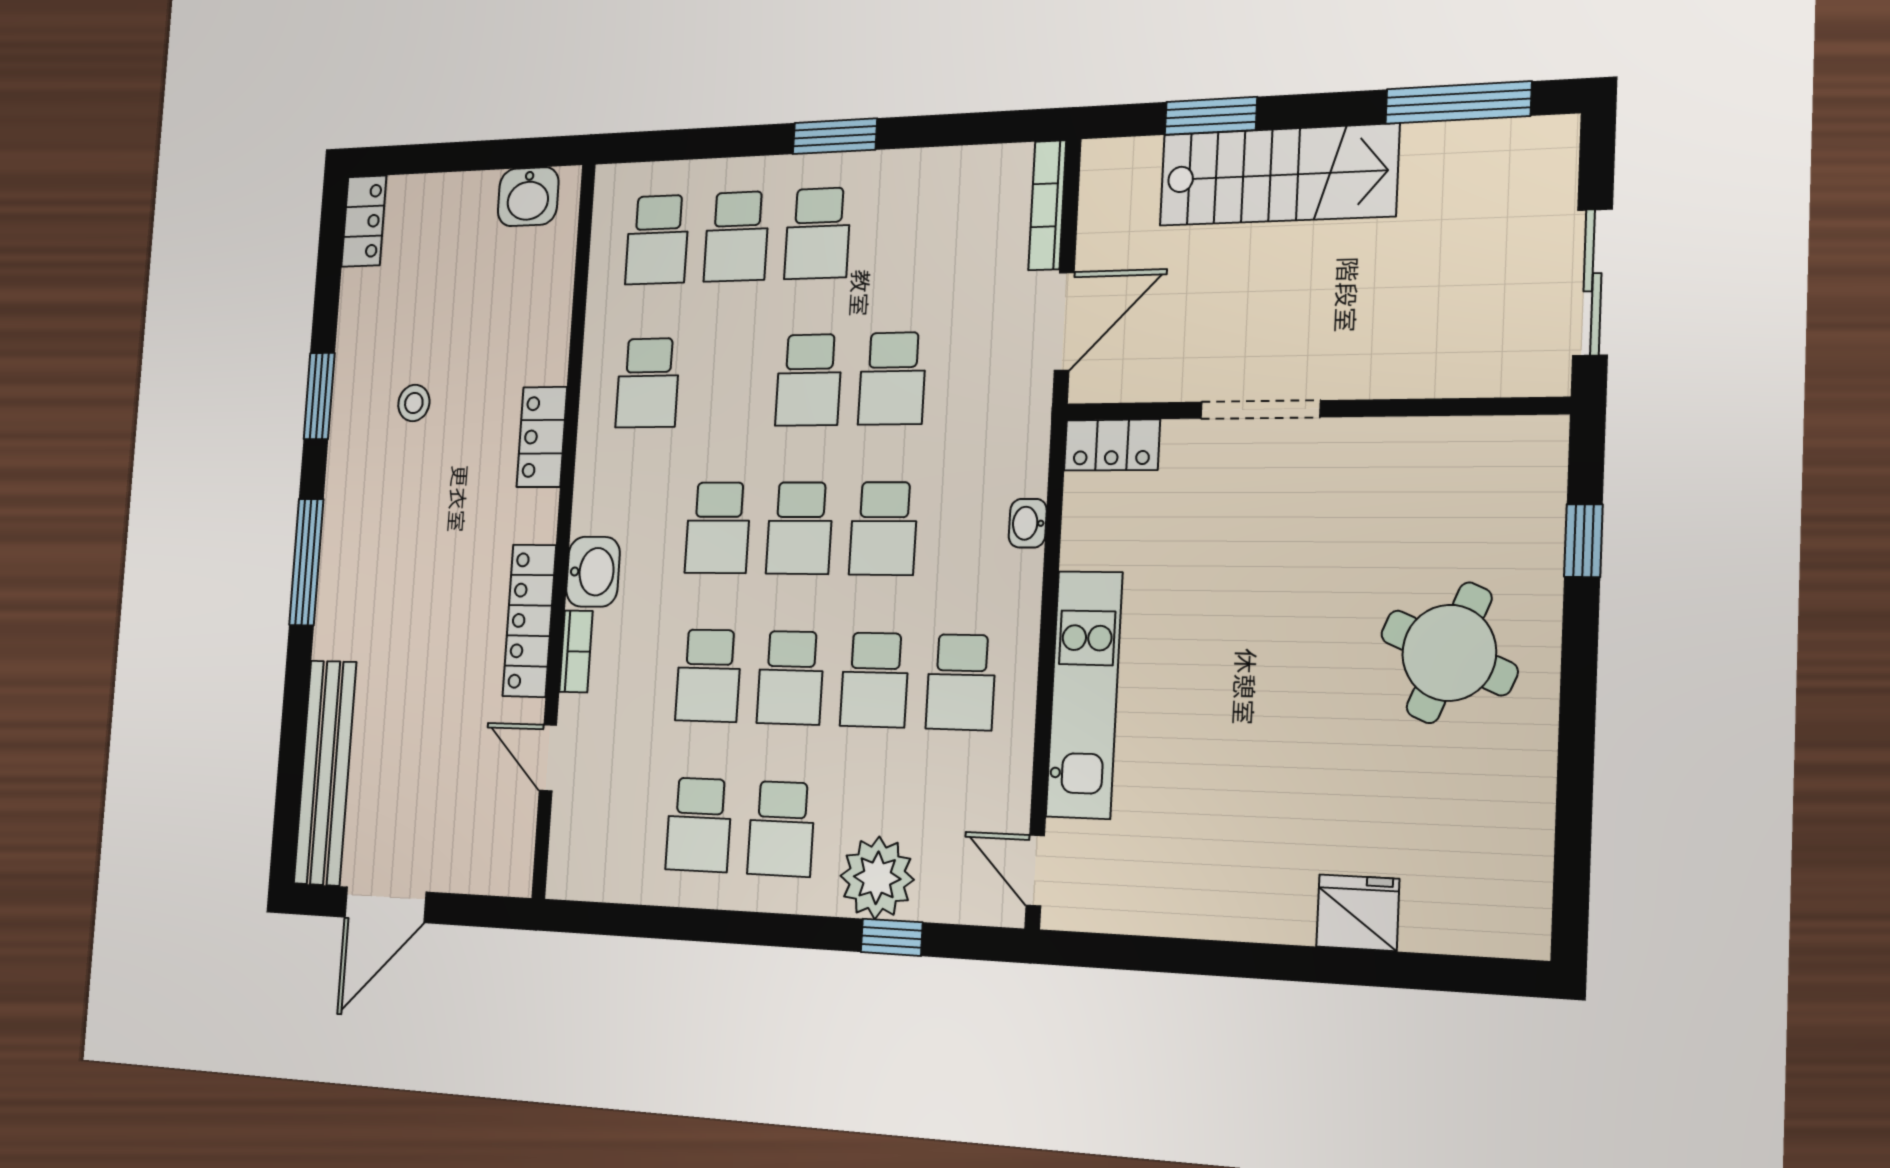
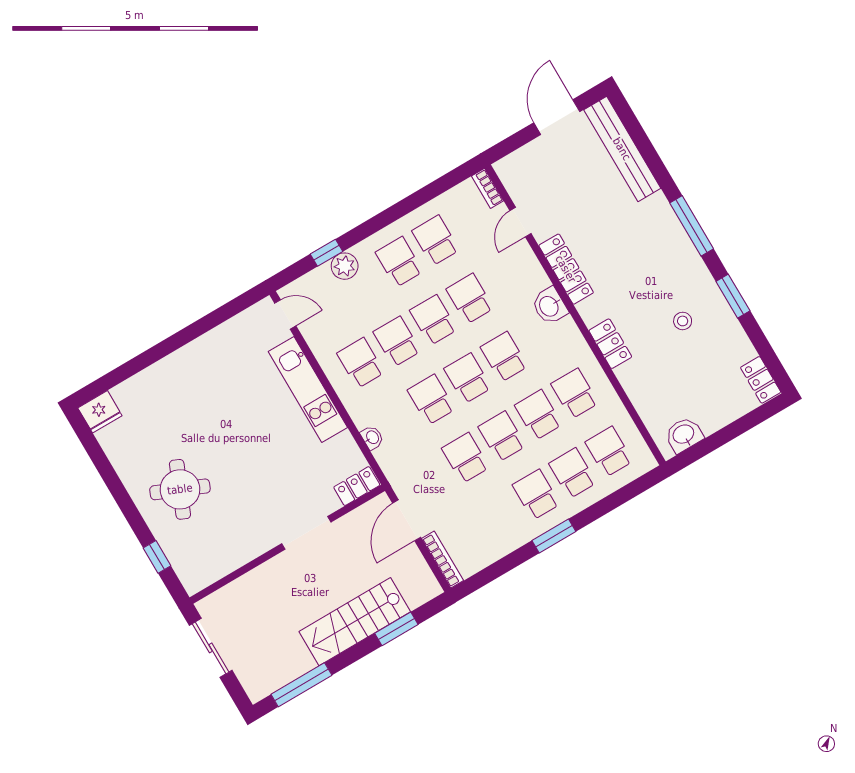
school desk: (727, 381) -> (538, 415), added
bookcase: (576, 651) -> (488, 188), moved
door: (548, 758) -> (520, 222), swing flipped
plant: (877, 878) -> (345, 266), width x0.73, depth x0.73
fridge: (1358, 913) -> (100, 412), moved

